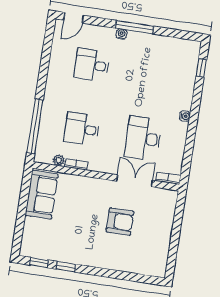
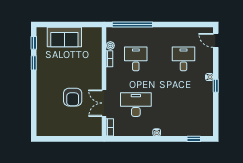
window: (134, 27) -> (216, 86), width x0.46
double door: (135, 181) -> (104, 103), swing flipped
sofa: (42, 195) -> (64, 37), moved

